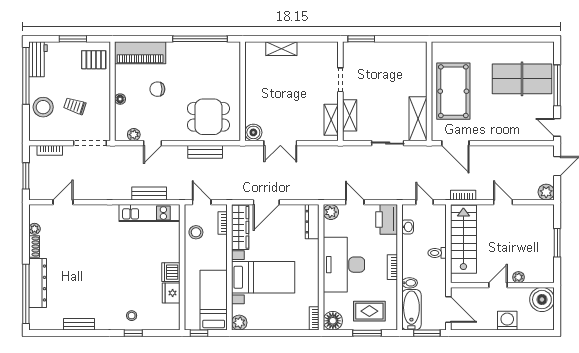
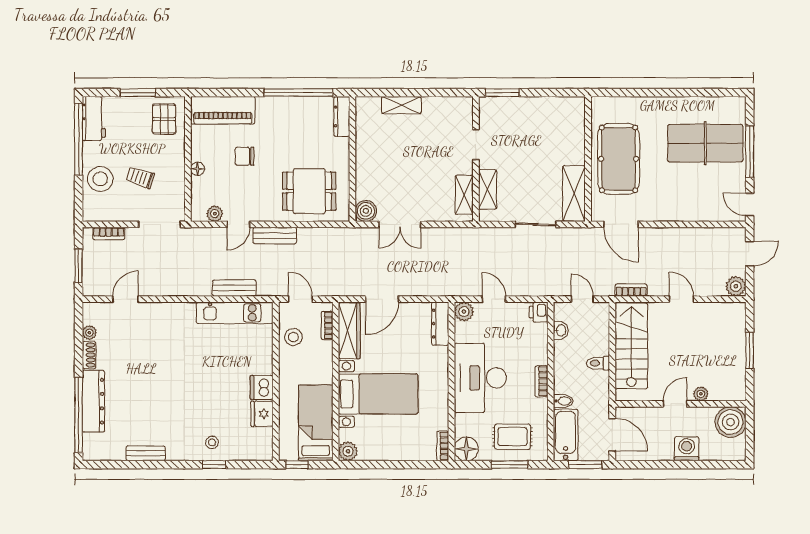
dresser: (234, 58) -> (342, 116), added
pallet: (94, 60) -> (164, 119), turned 90
bench: (205, 152) -> (275, 235), moved
printer: (387, 219) -> (539, 312), width x0.53, depth x0.68

